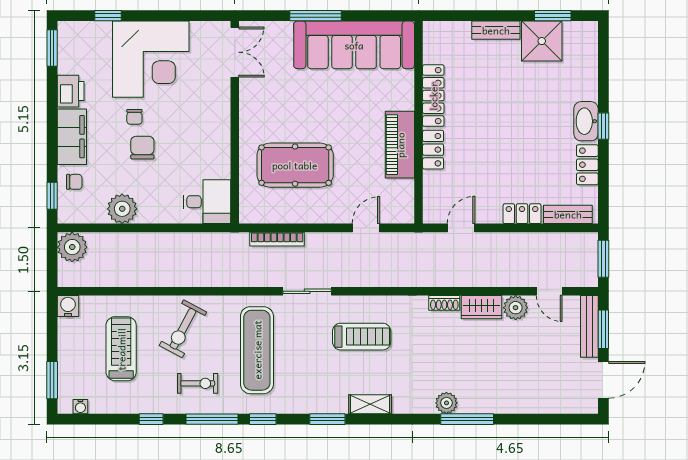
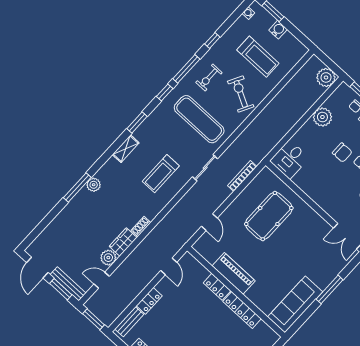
sofa: (354, 45) -> (295, 304), width x0.74, depth x0.79
water cooler: (68, 306) -> (278, 30), moved, turned -90

